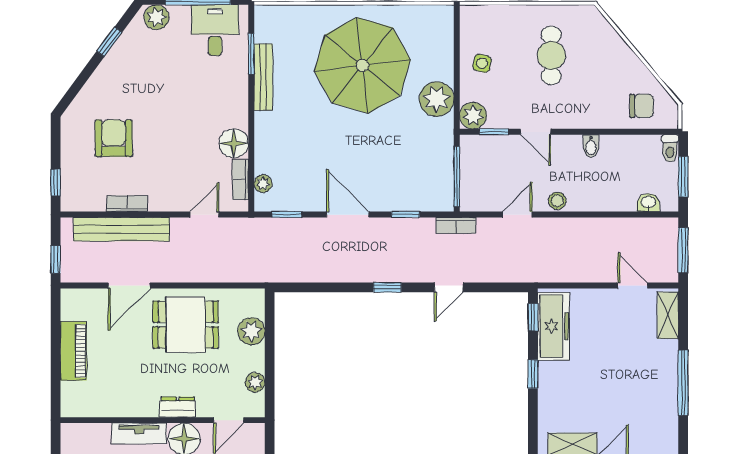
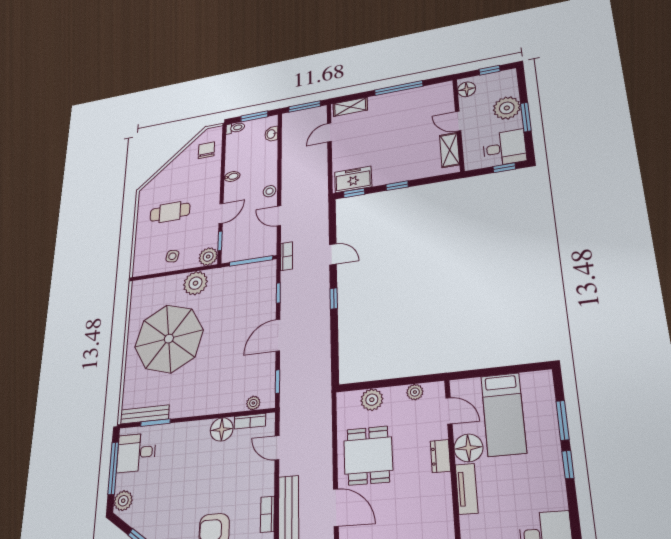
bench: (263, 77) -> (145, 414), moved
freezer: (553, 326) -> (353, 179), width x0.71

